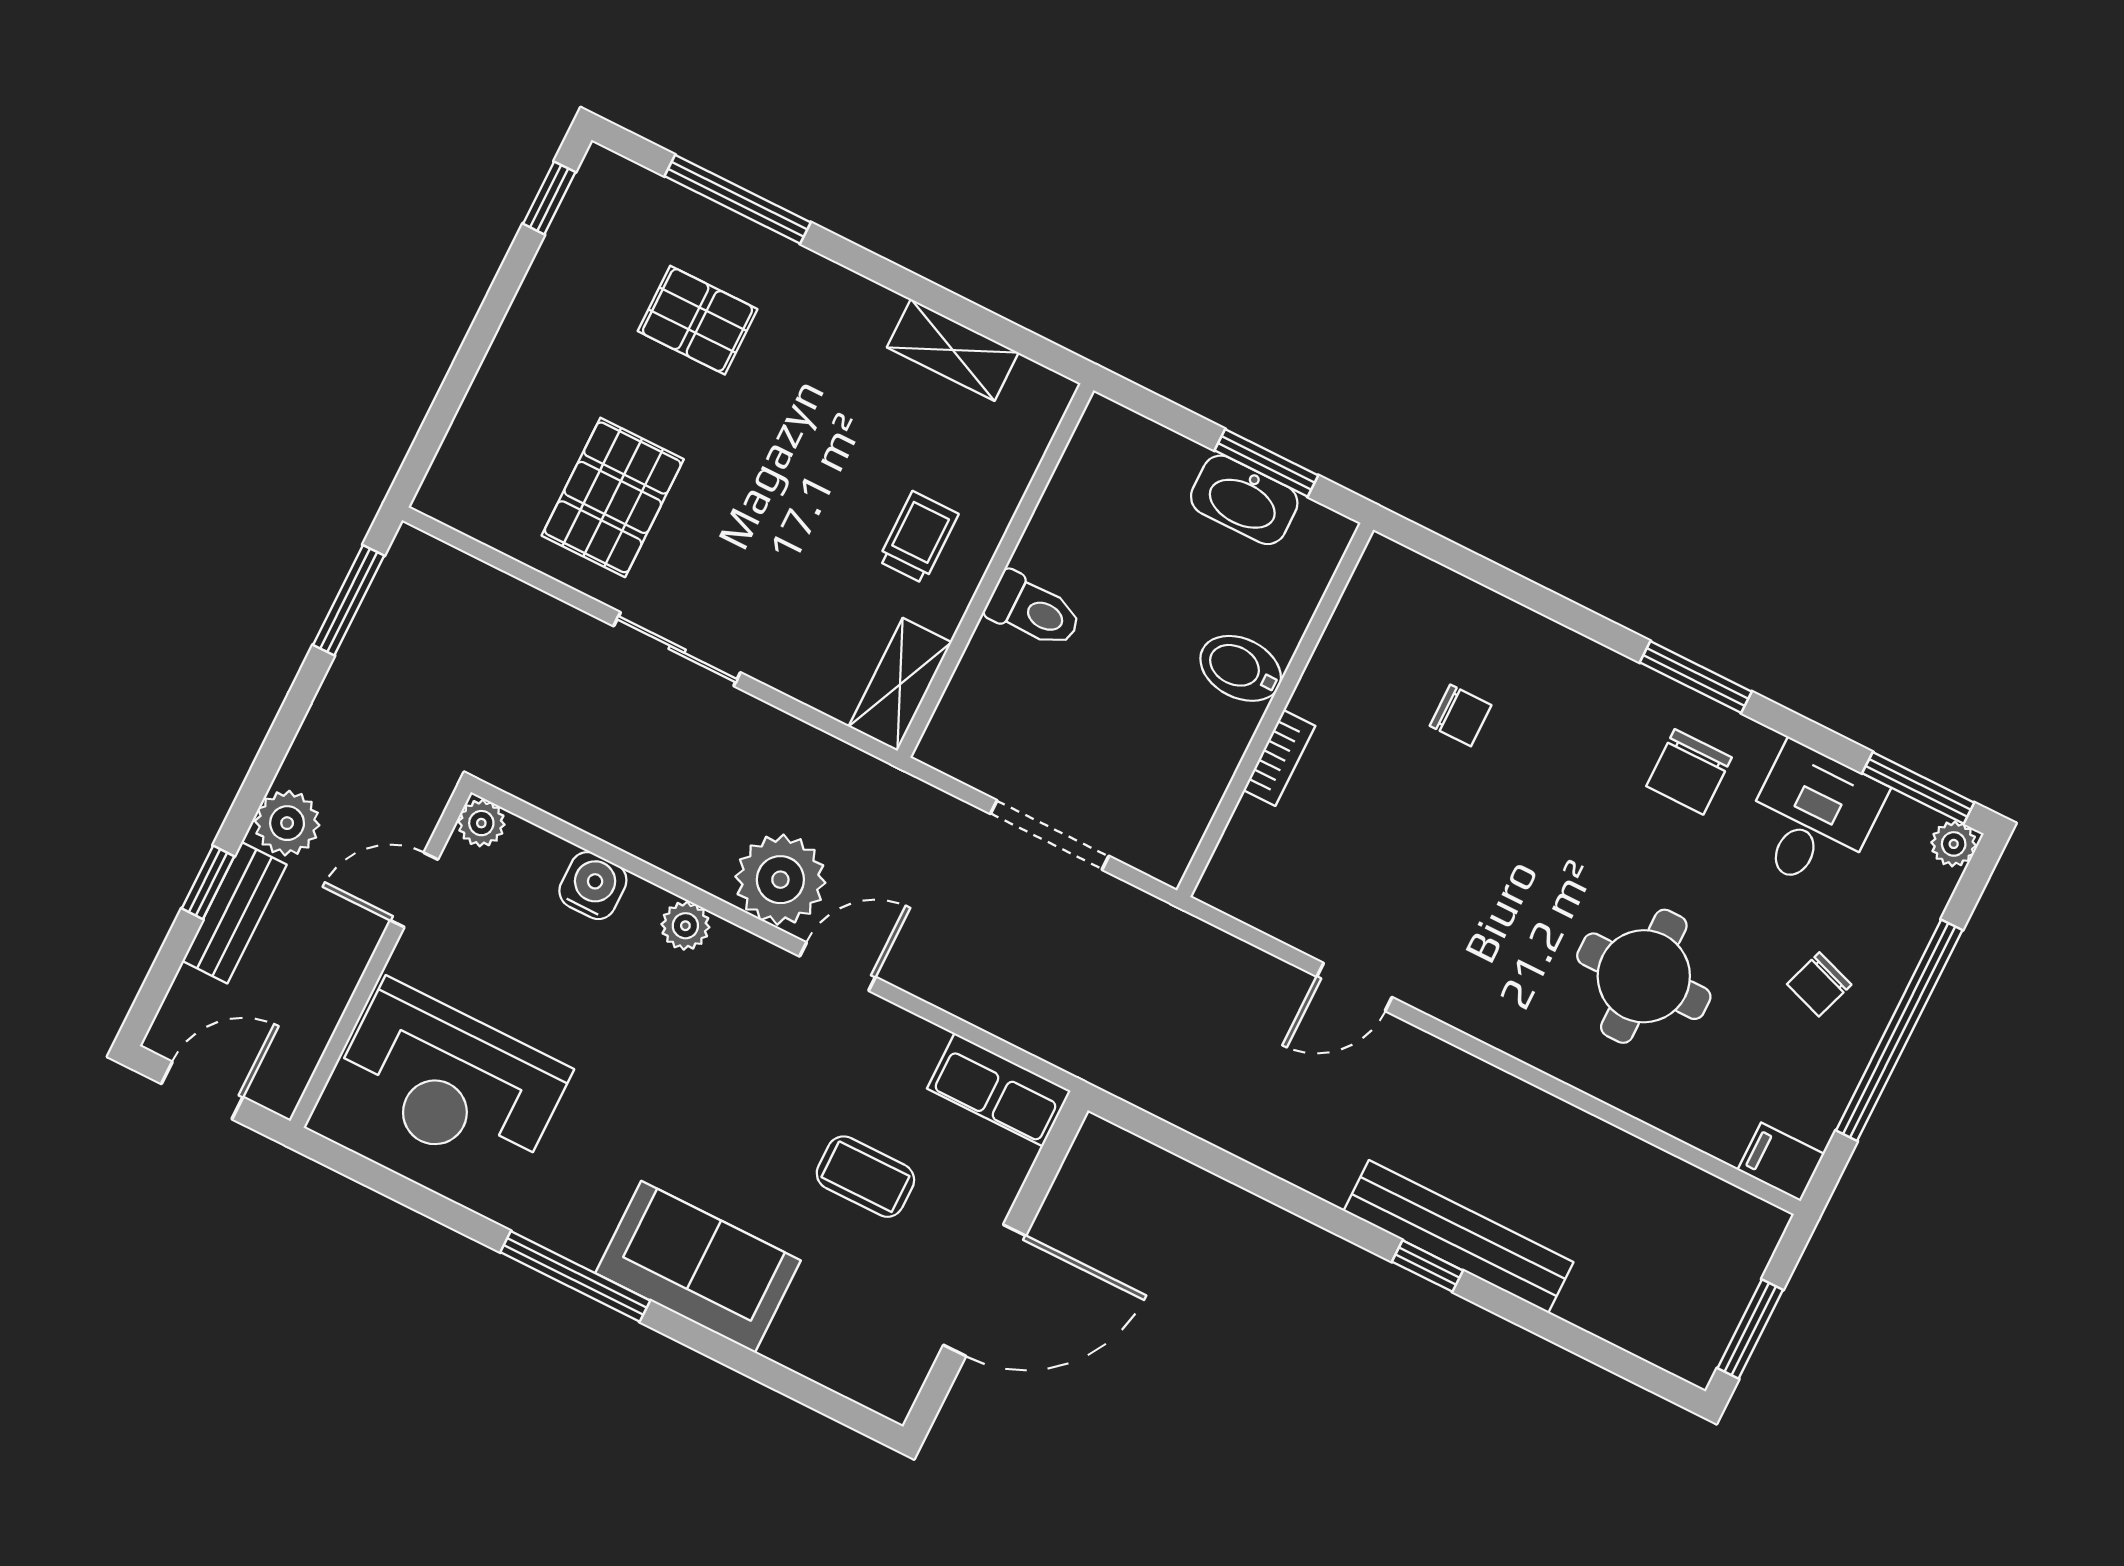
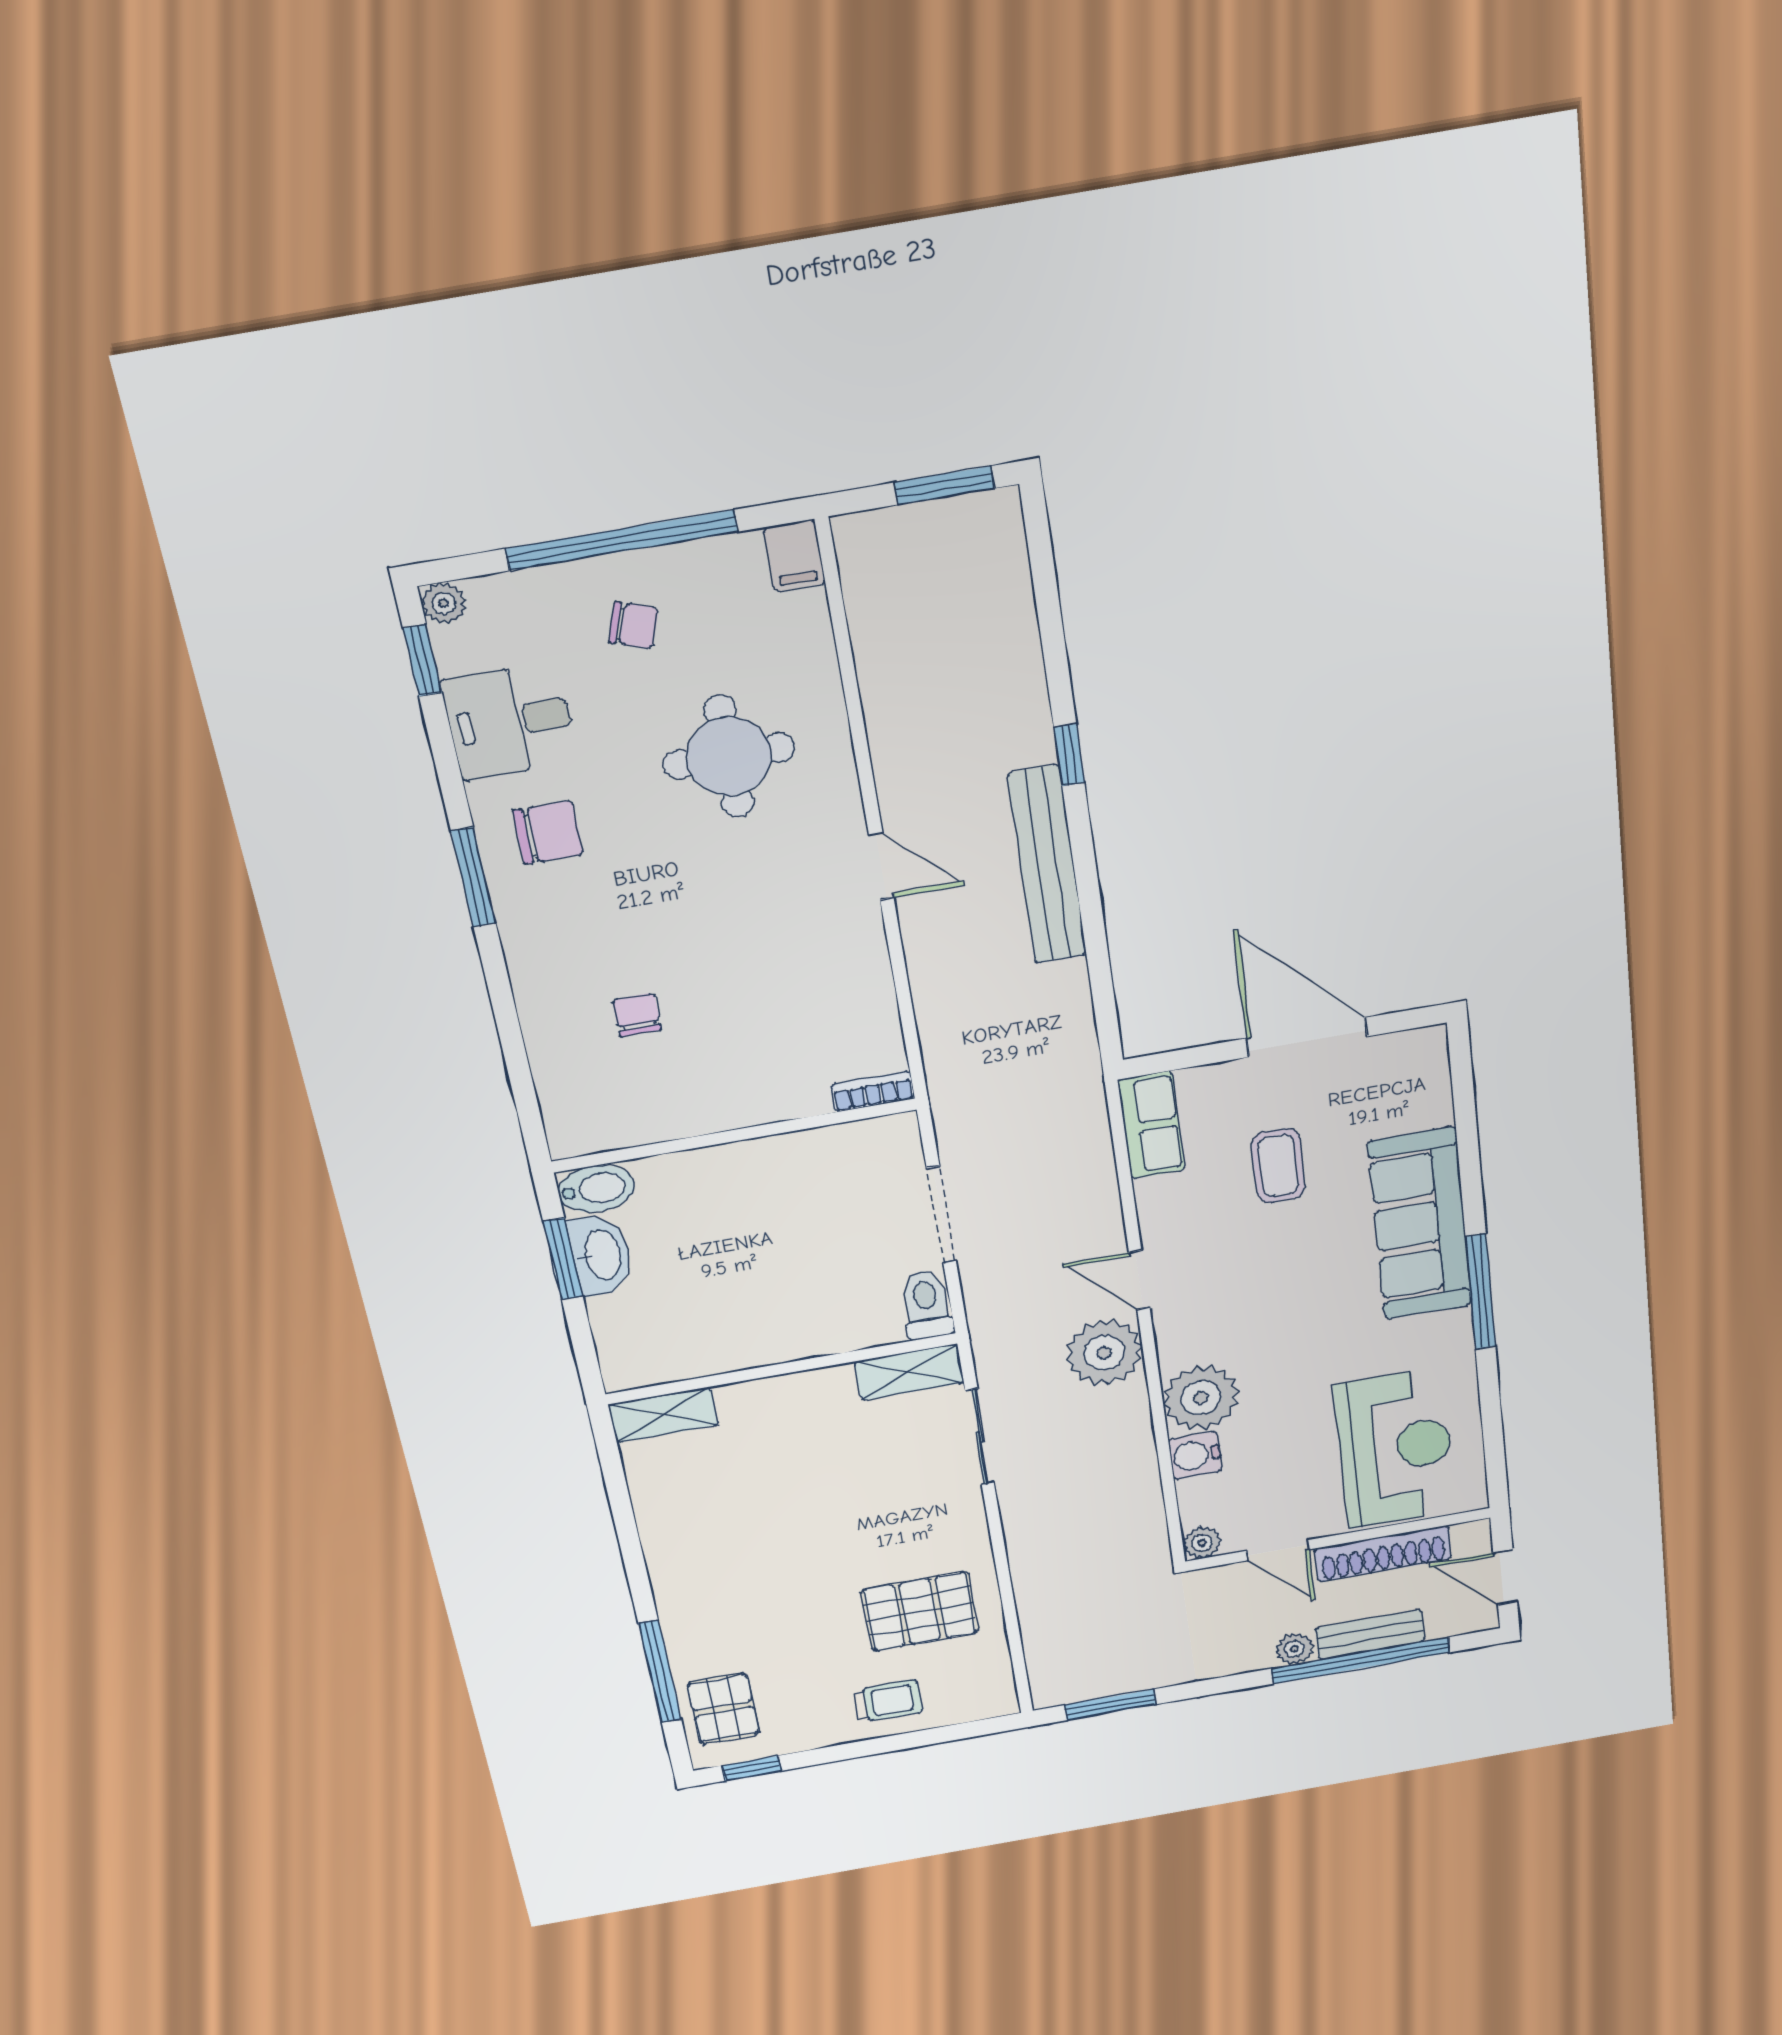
pallet: (698, 320) -> (723, 1708), moved
shelving: (953, 350) -> (663, 1415), moved, turned 90
trolley: (918, 537) -> (888, 1701), moved, turned 180
toilet: (1034, 611) -> (926, 1304), moved
sliding door: (677, 649) -> (980, 1437), moved
bidet: (1241, 668) -> (596, 1189), moved, turned -90
bookcase: (1279, 758) -> (873, 1092), moved
window: (1918, 788) -> (422, 660), width x0.67
plant: (287, 823) -> (1295, 1649), width x0.73, depth x0.73
window: (208, 882) -> (1361, 1660), width x3.17
plant: (685, 926) -> (1201, 1398), width x1.87, depth x1.87
door: (1354, 987) -> (881, 866), moved
shoe rack: (328, 989) -> (1383, 1554), added
bench: (1458, 1236) -> (1047, 865), moved
sofa: (698, 1267) -> (1420, 1224), width x1.36

